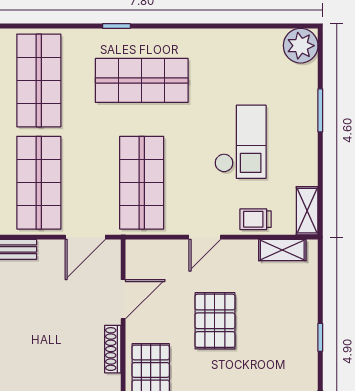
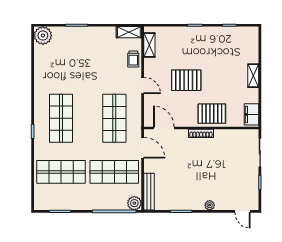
checkout: (240, 142) -> (93, 67), removed
shop shelf: (142, 183) -> (114, 118), turned 90
door: (123, 299) -> (164, 128), moved

